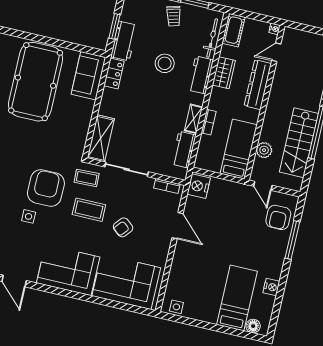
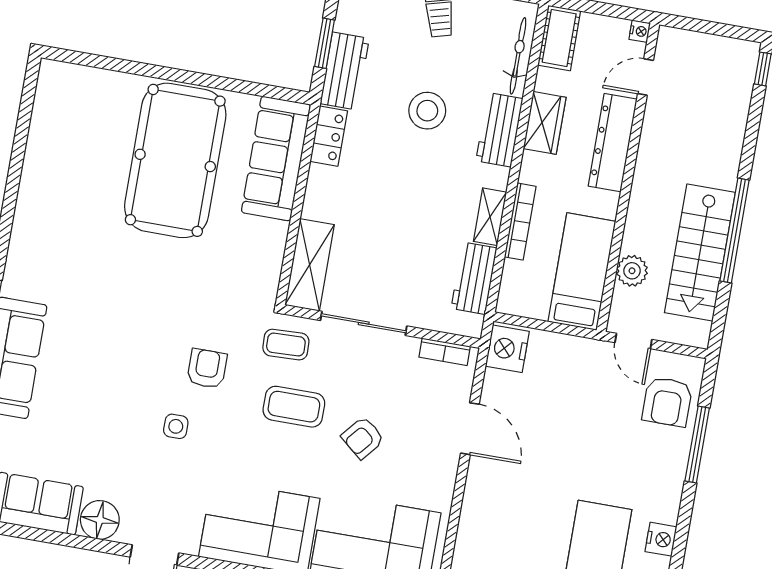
sofa: (88, 76) -> (276, 159), width x1.36
bookcase: (209, 122) -> (520, 222), width x1.56
armchair: (46, 188) -> (207, 369), width x0.53, depth x0.53

